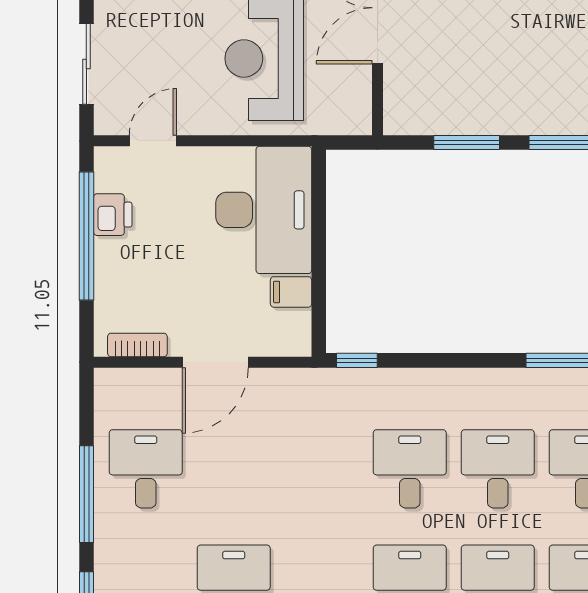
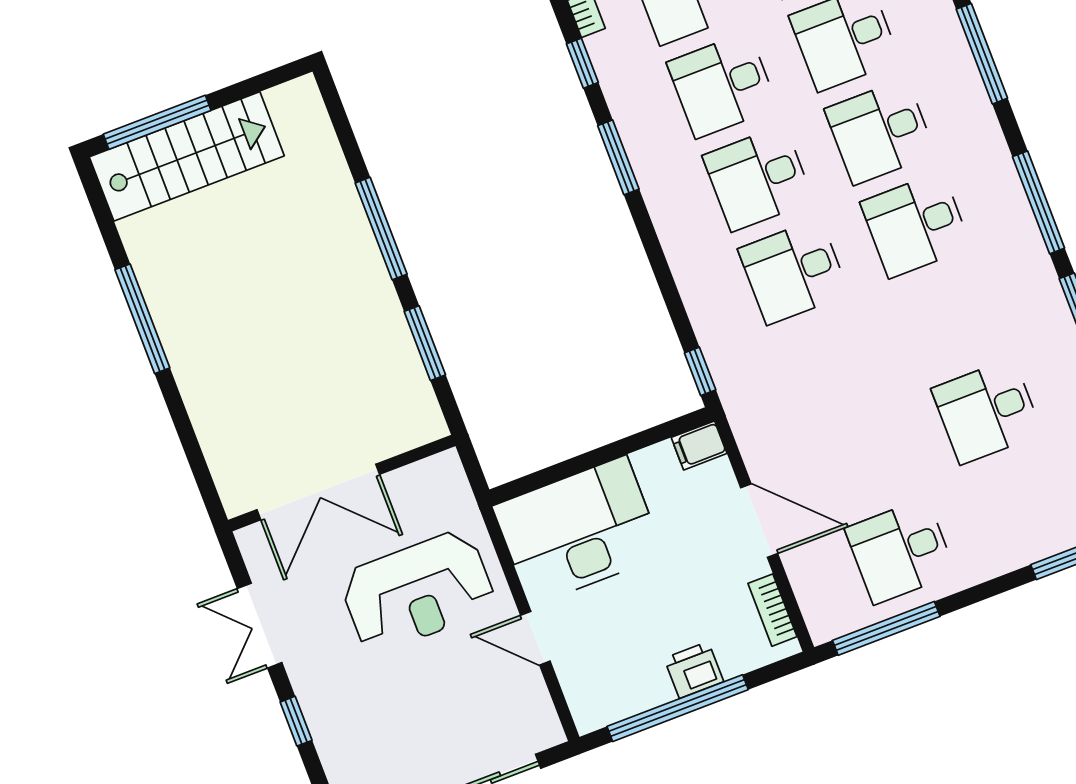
door: (153, 141) -> (535, 638), moved
printer: (113, 215) -> (694, 670), moved
filing cabinet: (291, 292) -> (699, 445), moved, turned 90
window: (86, 494) -> (886, 628), moved

